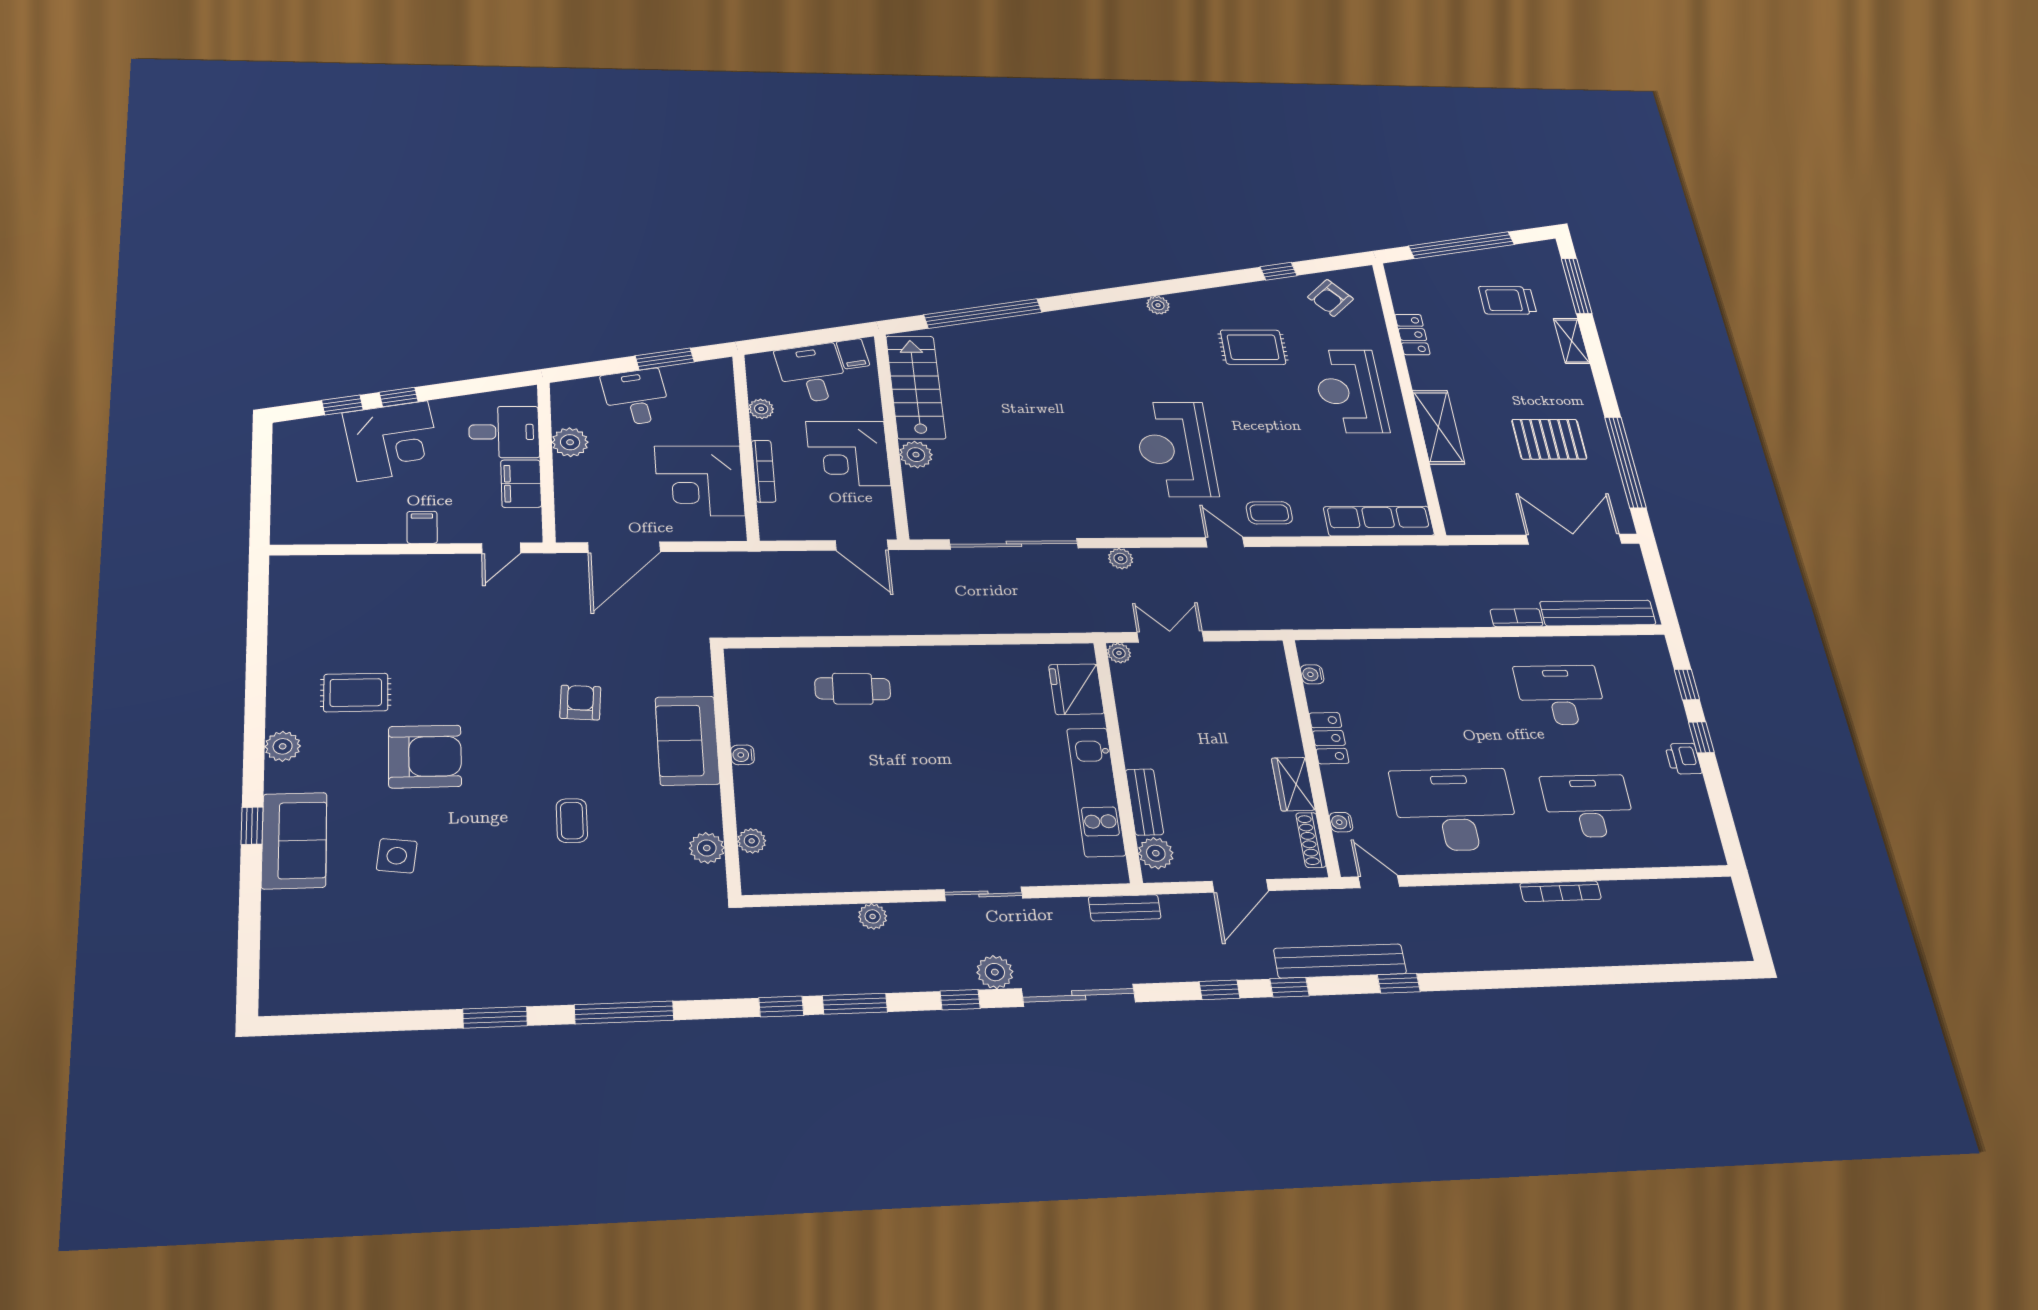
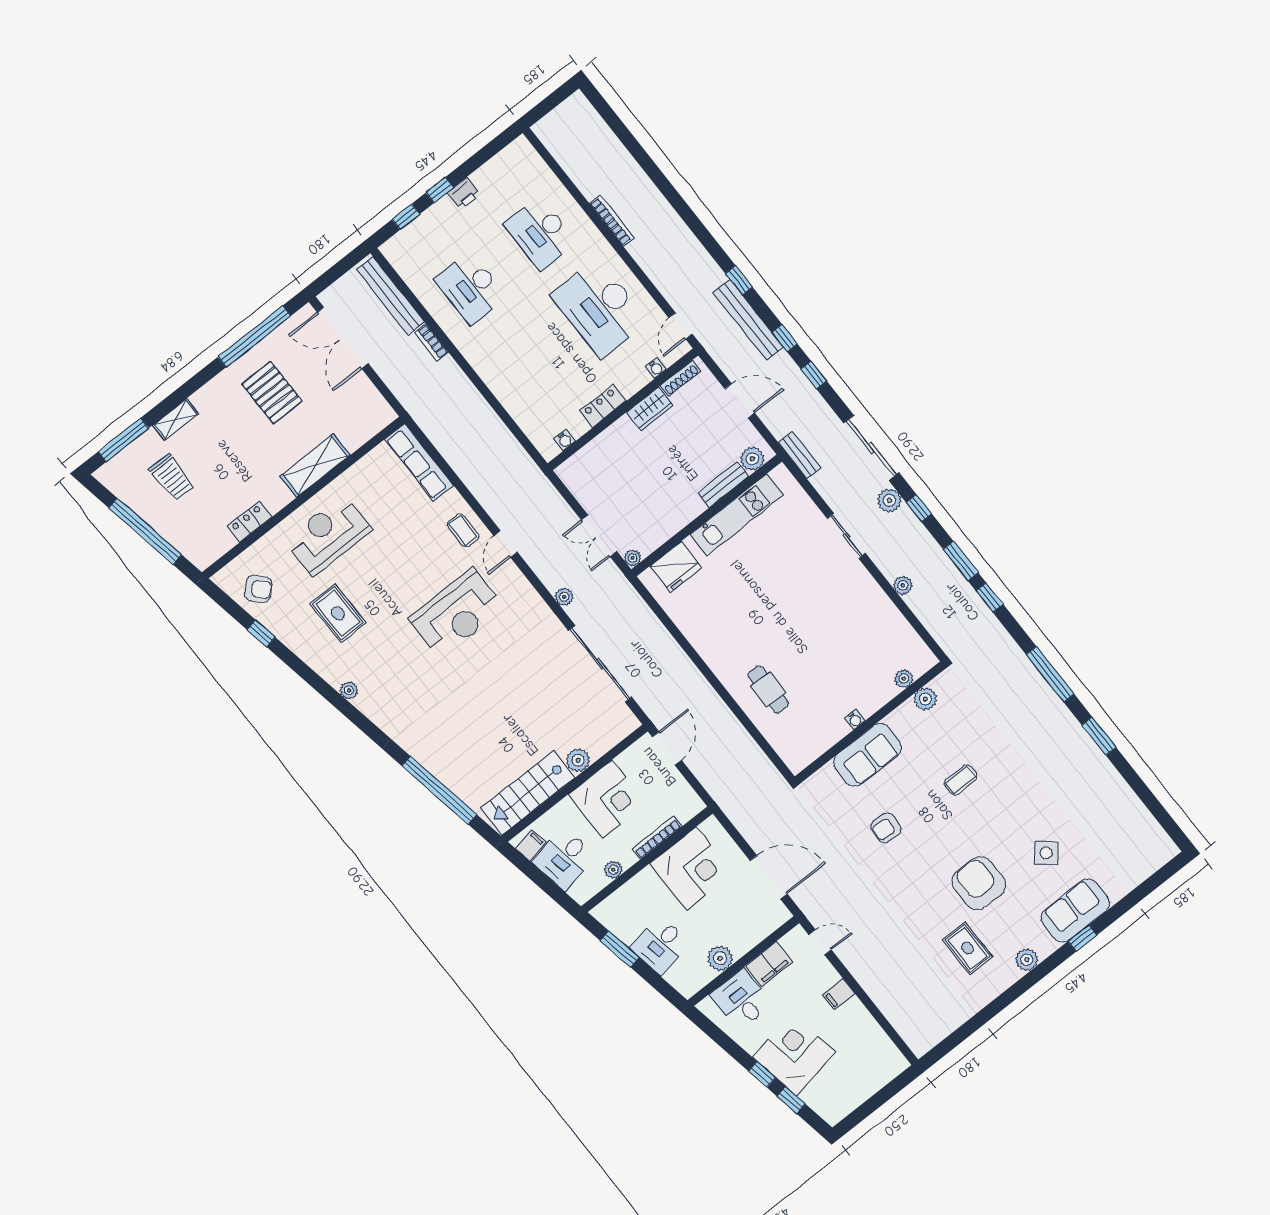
reception desk: (1350, 391) -> (328, 535), turned 180
side table: (397, 856) -> (1046, 853), turned 33

